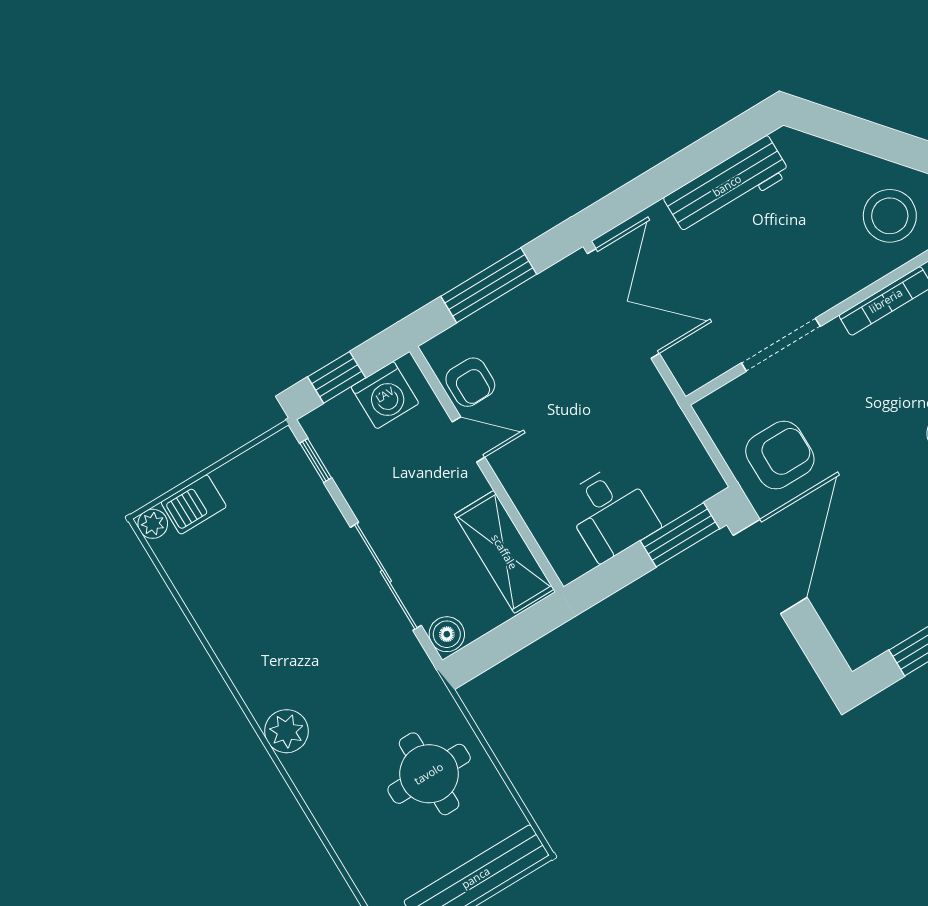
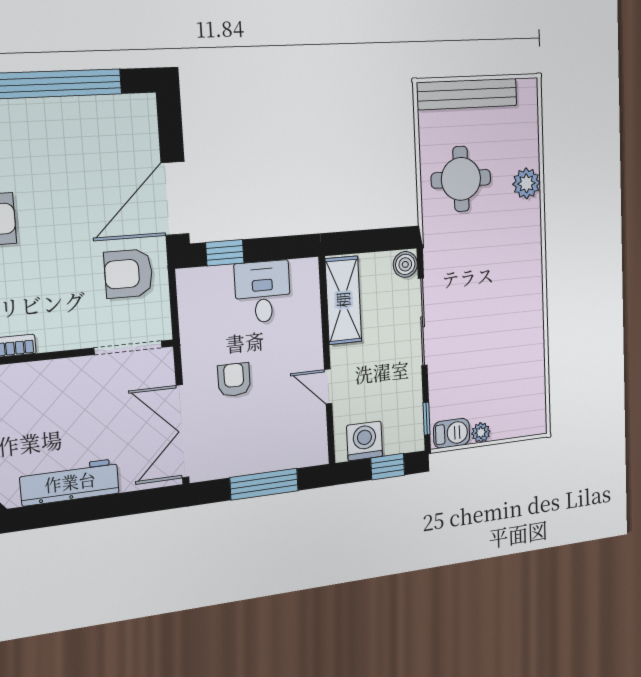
doorway: (781, 345) -> (128, 348), moved
armchair: (470, 382) -> (234, 380), moved
barbecue: (194, 505) -> (452, 433), moved
plant: (153, 524) -> (481, 433), moved
window: (680, 535) -> (225, 253), width x0.67
plant: (286, 731) -> (526, 183), moved

